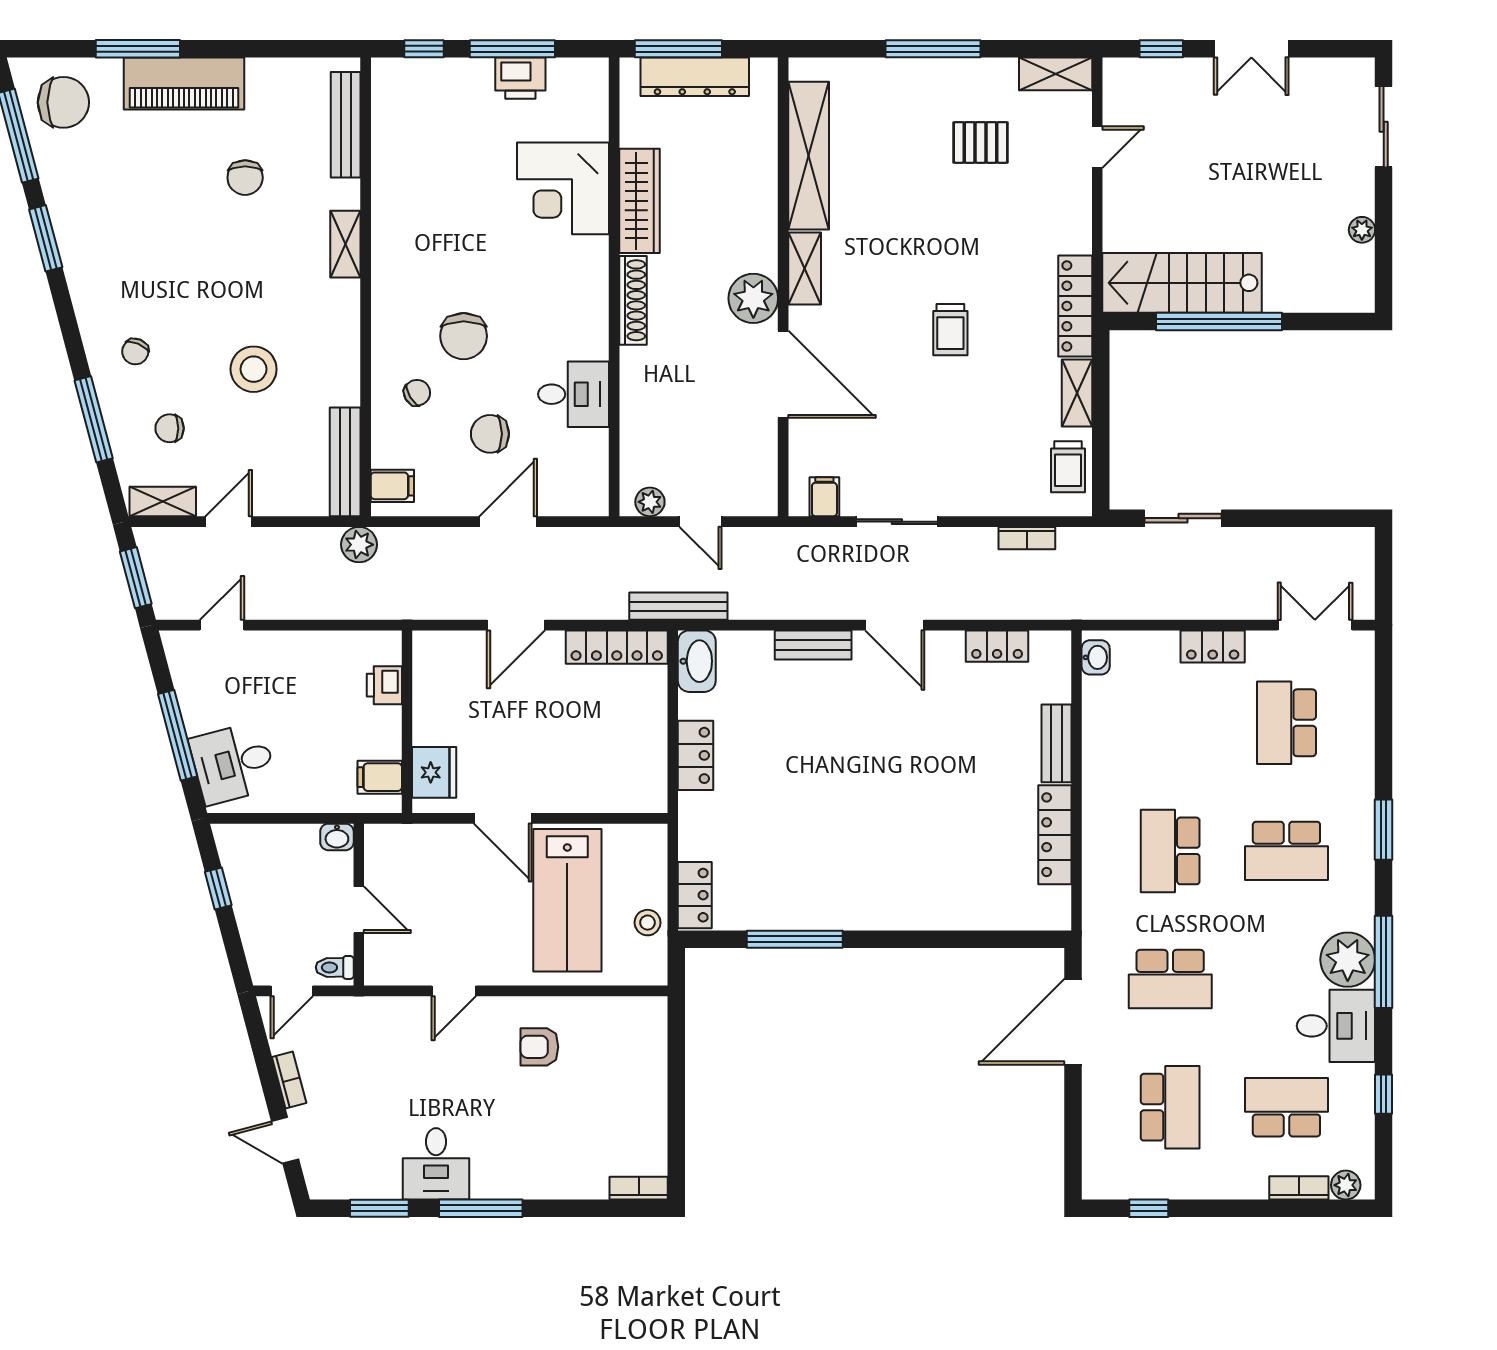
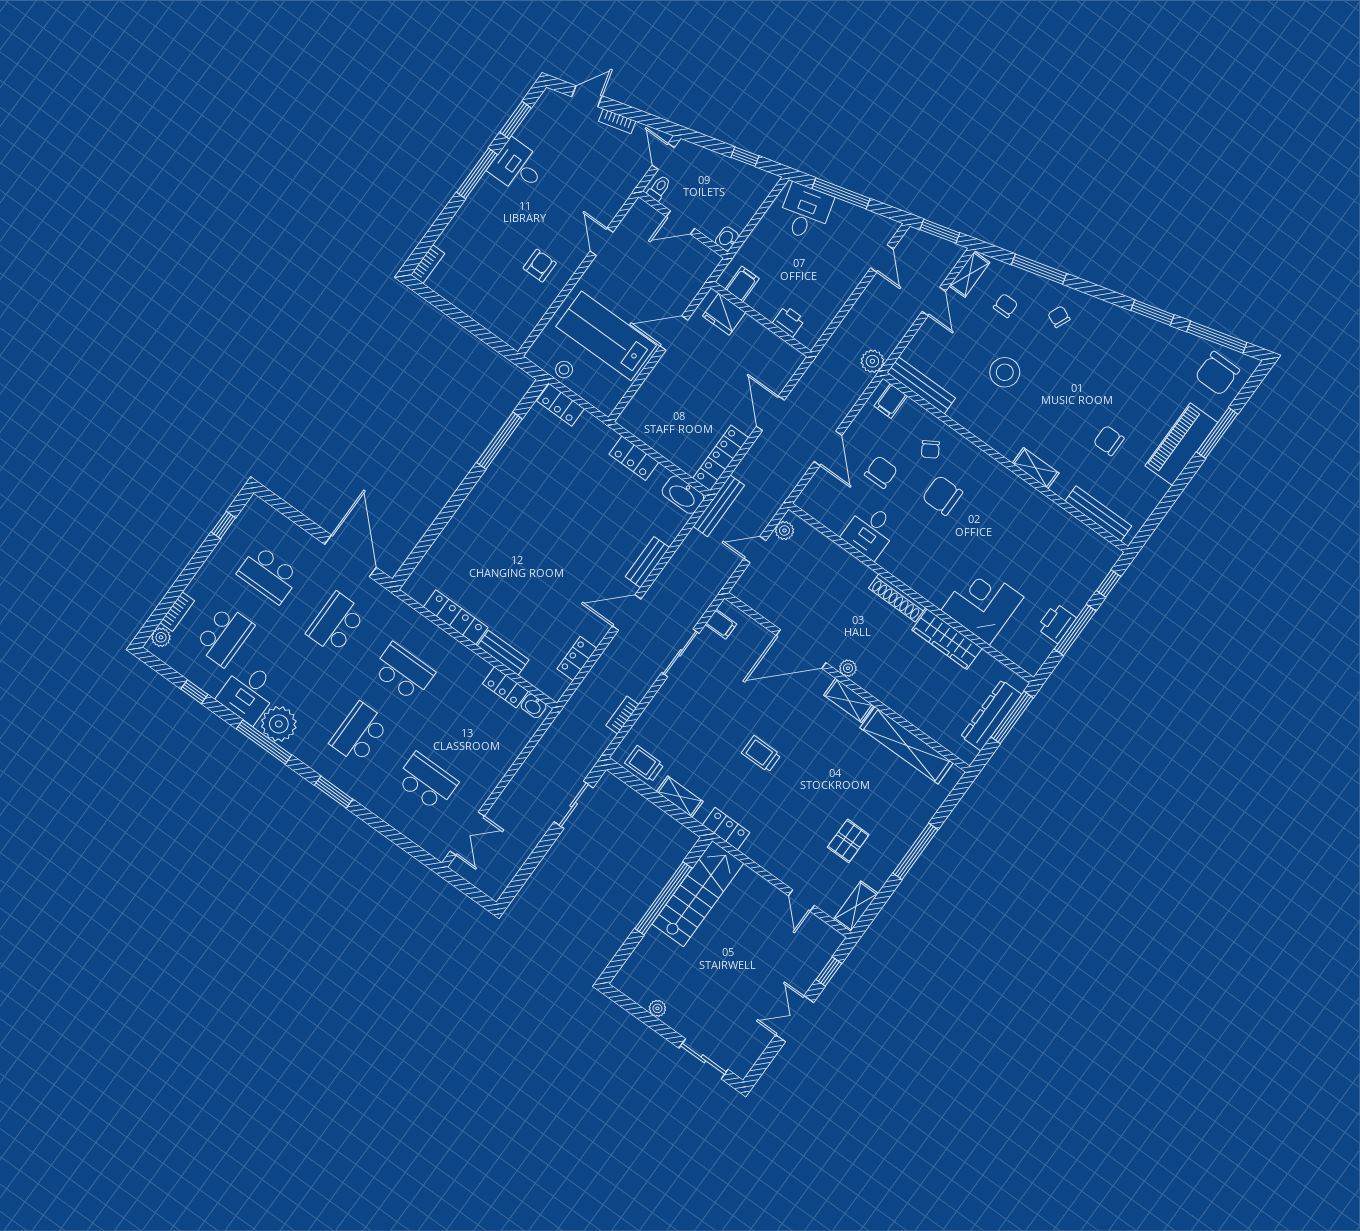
plant: (753, 298) -> (848, 668), width x0.53, depth x0.53
locker: (1075, 306) -> (726, 829), width x0.66
locker: (1213, 646) -> (505, 687), moved, turned -90

